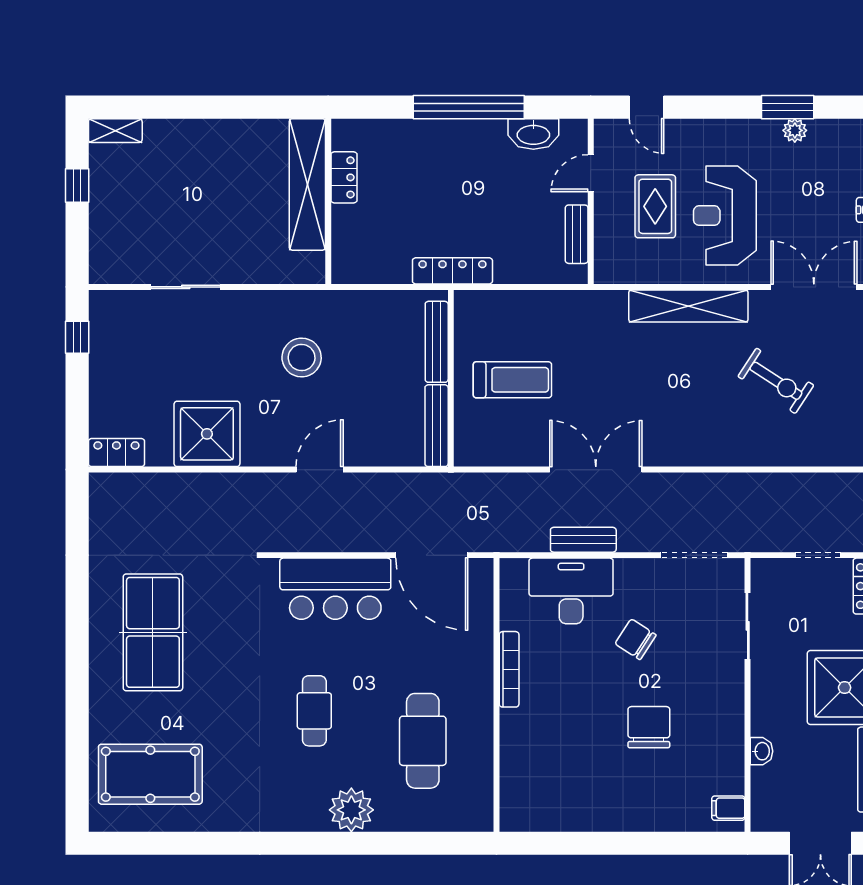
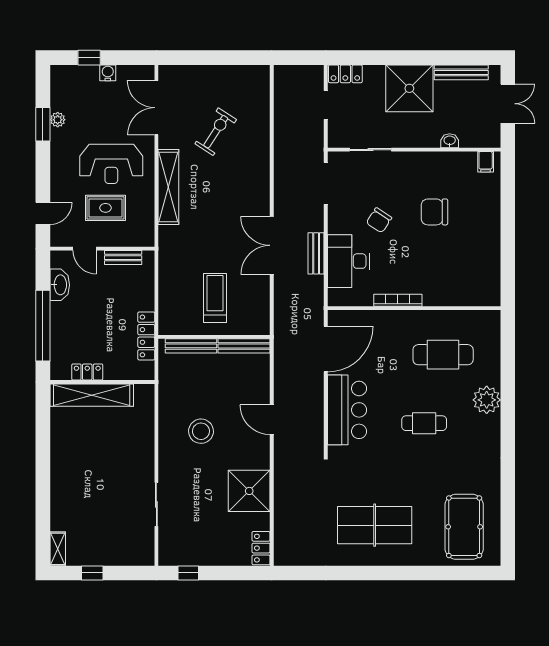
locker: (344, 177) -> (87, 372), moved
shelving: (307, 184) -> (92, 395), moved
wall: (328, 201) -> (102, 382), moved

